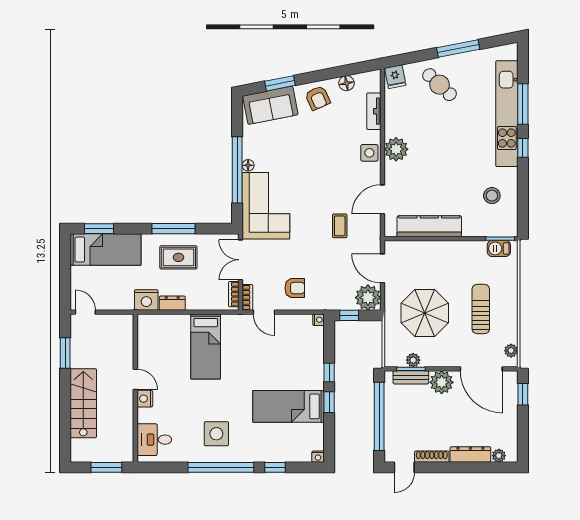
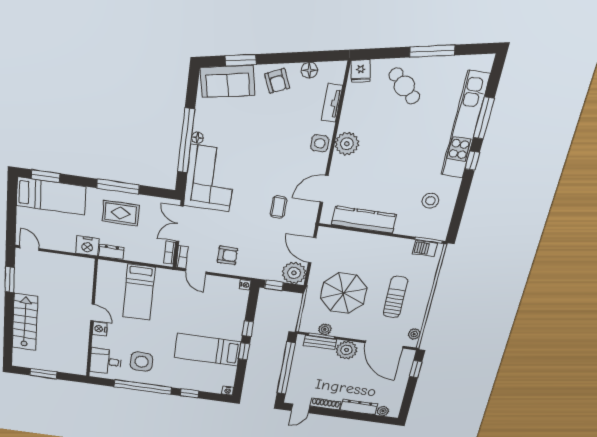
door: (135, 379) -> (92, 313), moved
wall: (135, 388) -> (92, 319), moved
nightstand: (145, 399) -> (100, 329), moved
desk: (154, 440) -> (106, 361), moved

